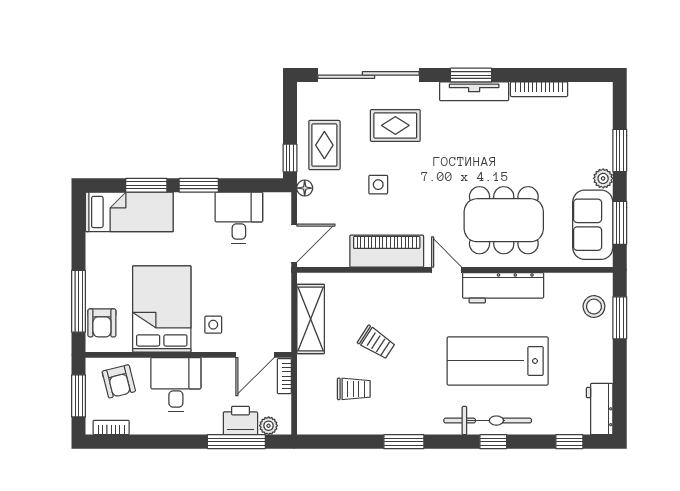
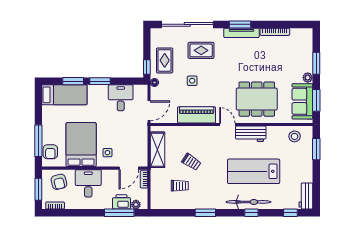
workbench: (503, 288) -> (251, 134), width x0.73
stool: (594, 307) -> (295, 136), moved

